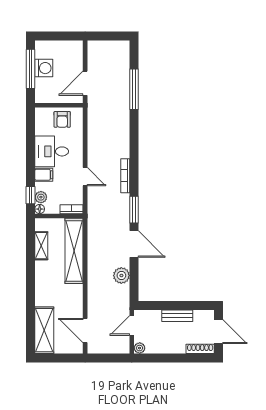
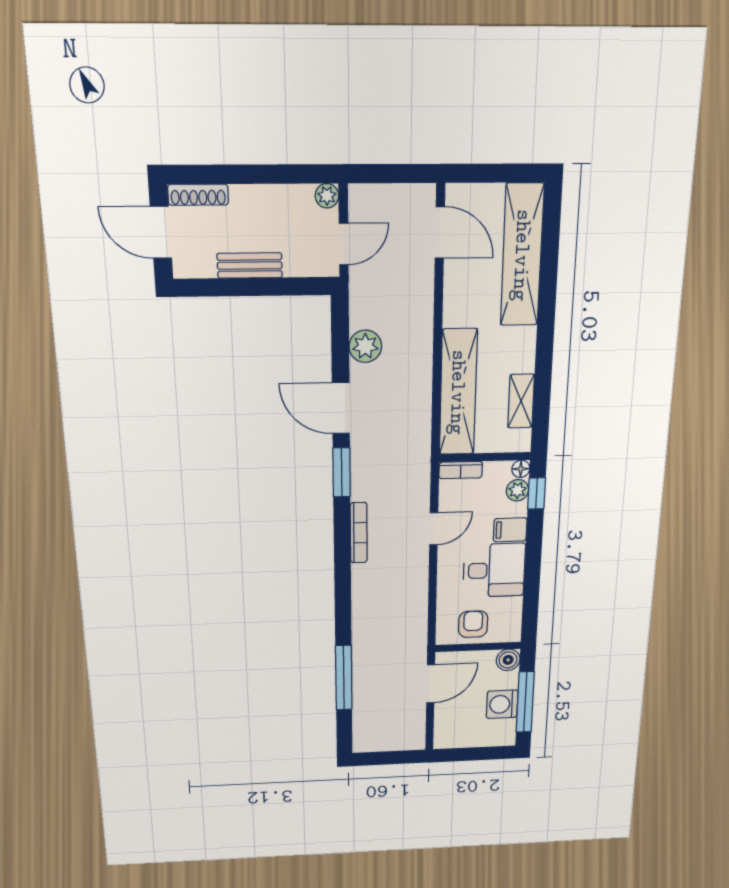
boiler: (42, 96) -> (508, 660), added
door: (85, 177) -> (434, 529), swing flipped
shelving: (44, 330) -> (522, 255), width x1.47

